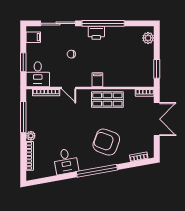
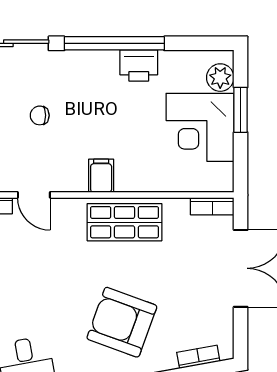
printer: (96, 33) -> (139, 65), moved
corner desk: (140, 59) -> (200, 127), added
window: (157, 69) -> (241, 110), moved

